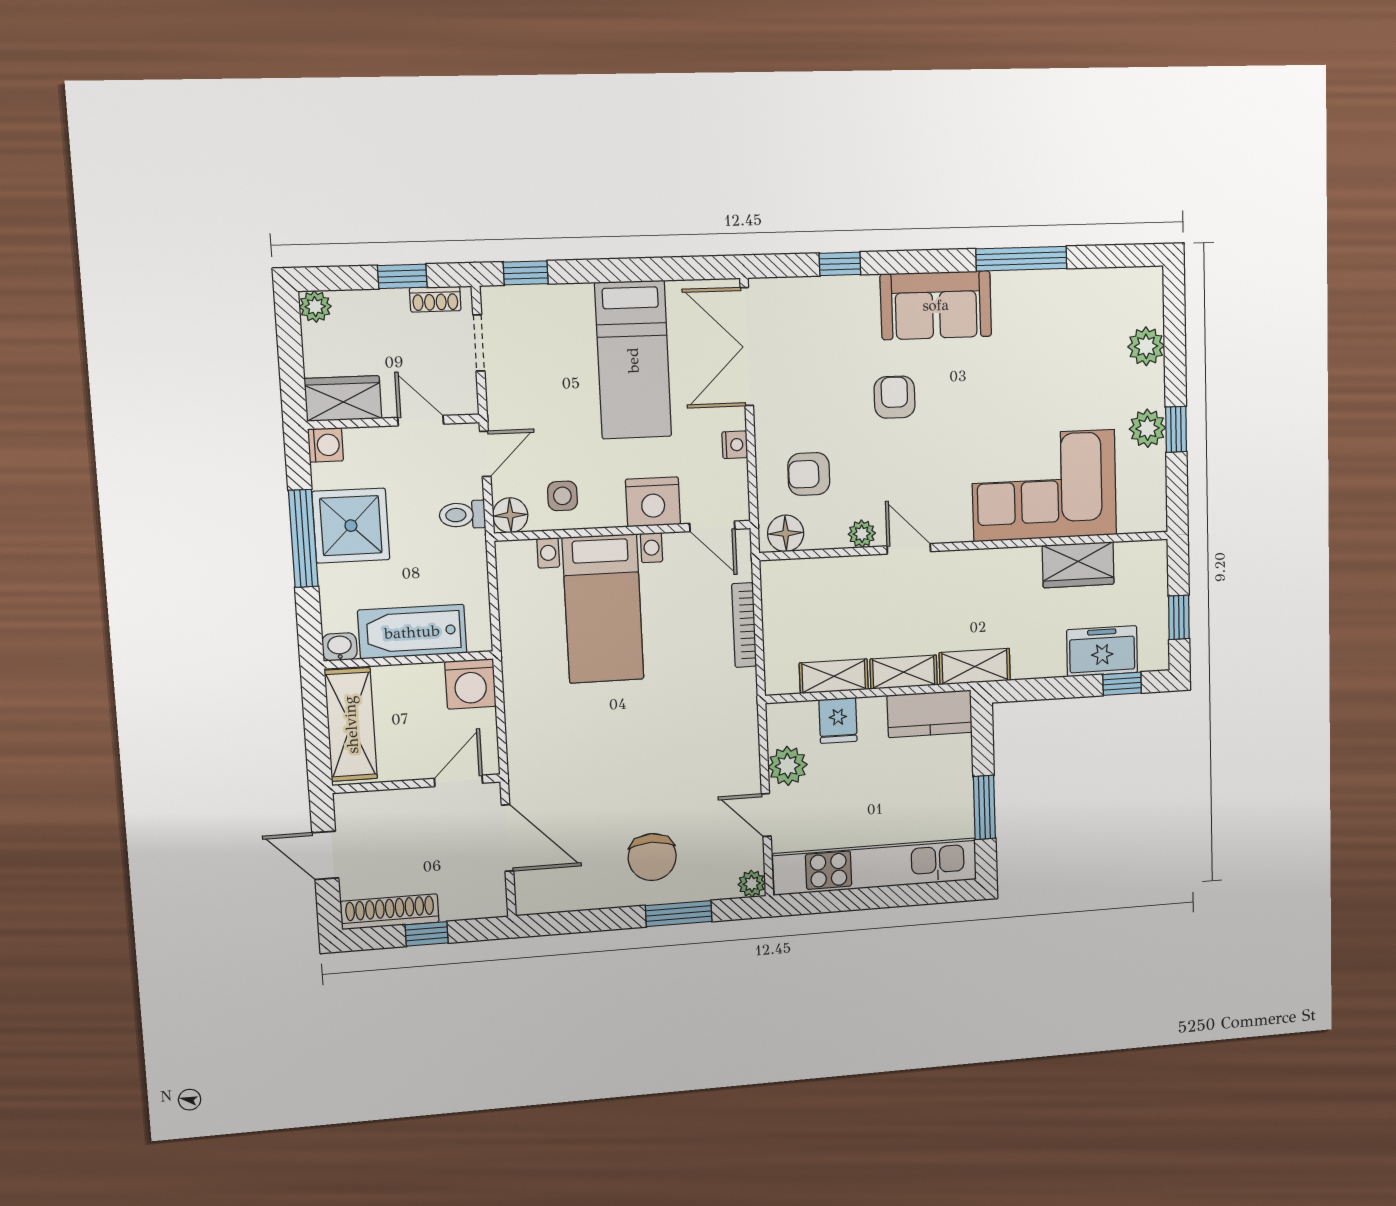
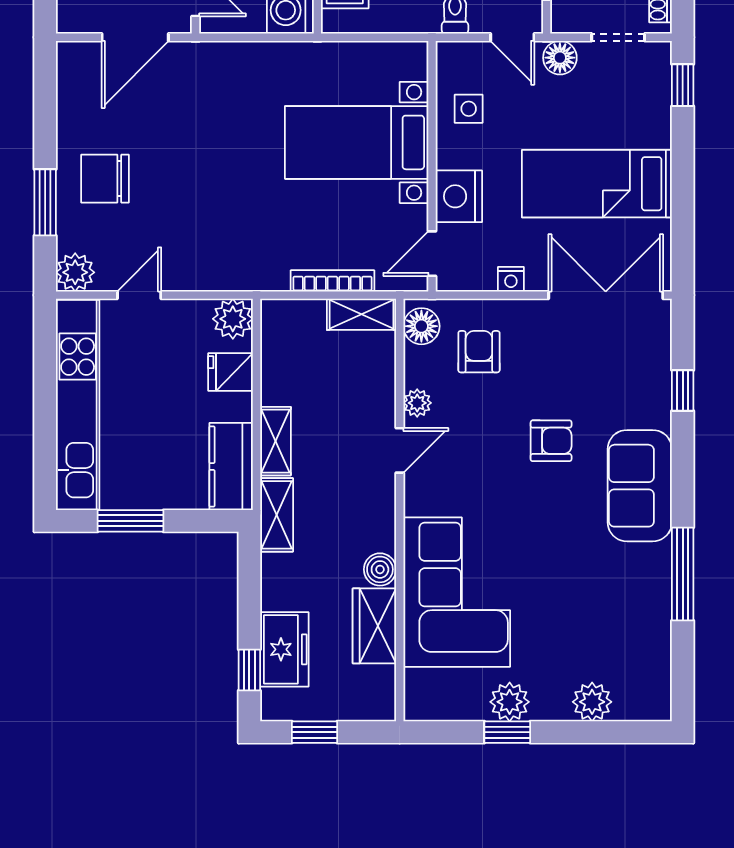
floor lamp: (510, 515) -> (560, 58), moved
boiler: (1024, 562) -> (380, 569), added
shelving: (834, 676) -> (361, 314), moved, turned 90
plant: (788, 766) -> (233, 319), moved
plant: (752, 884) -> (75, 272), width x1.38, depth x1.38

